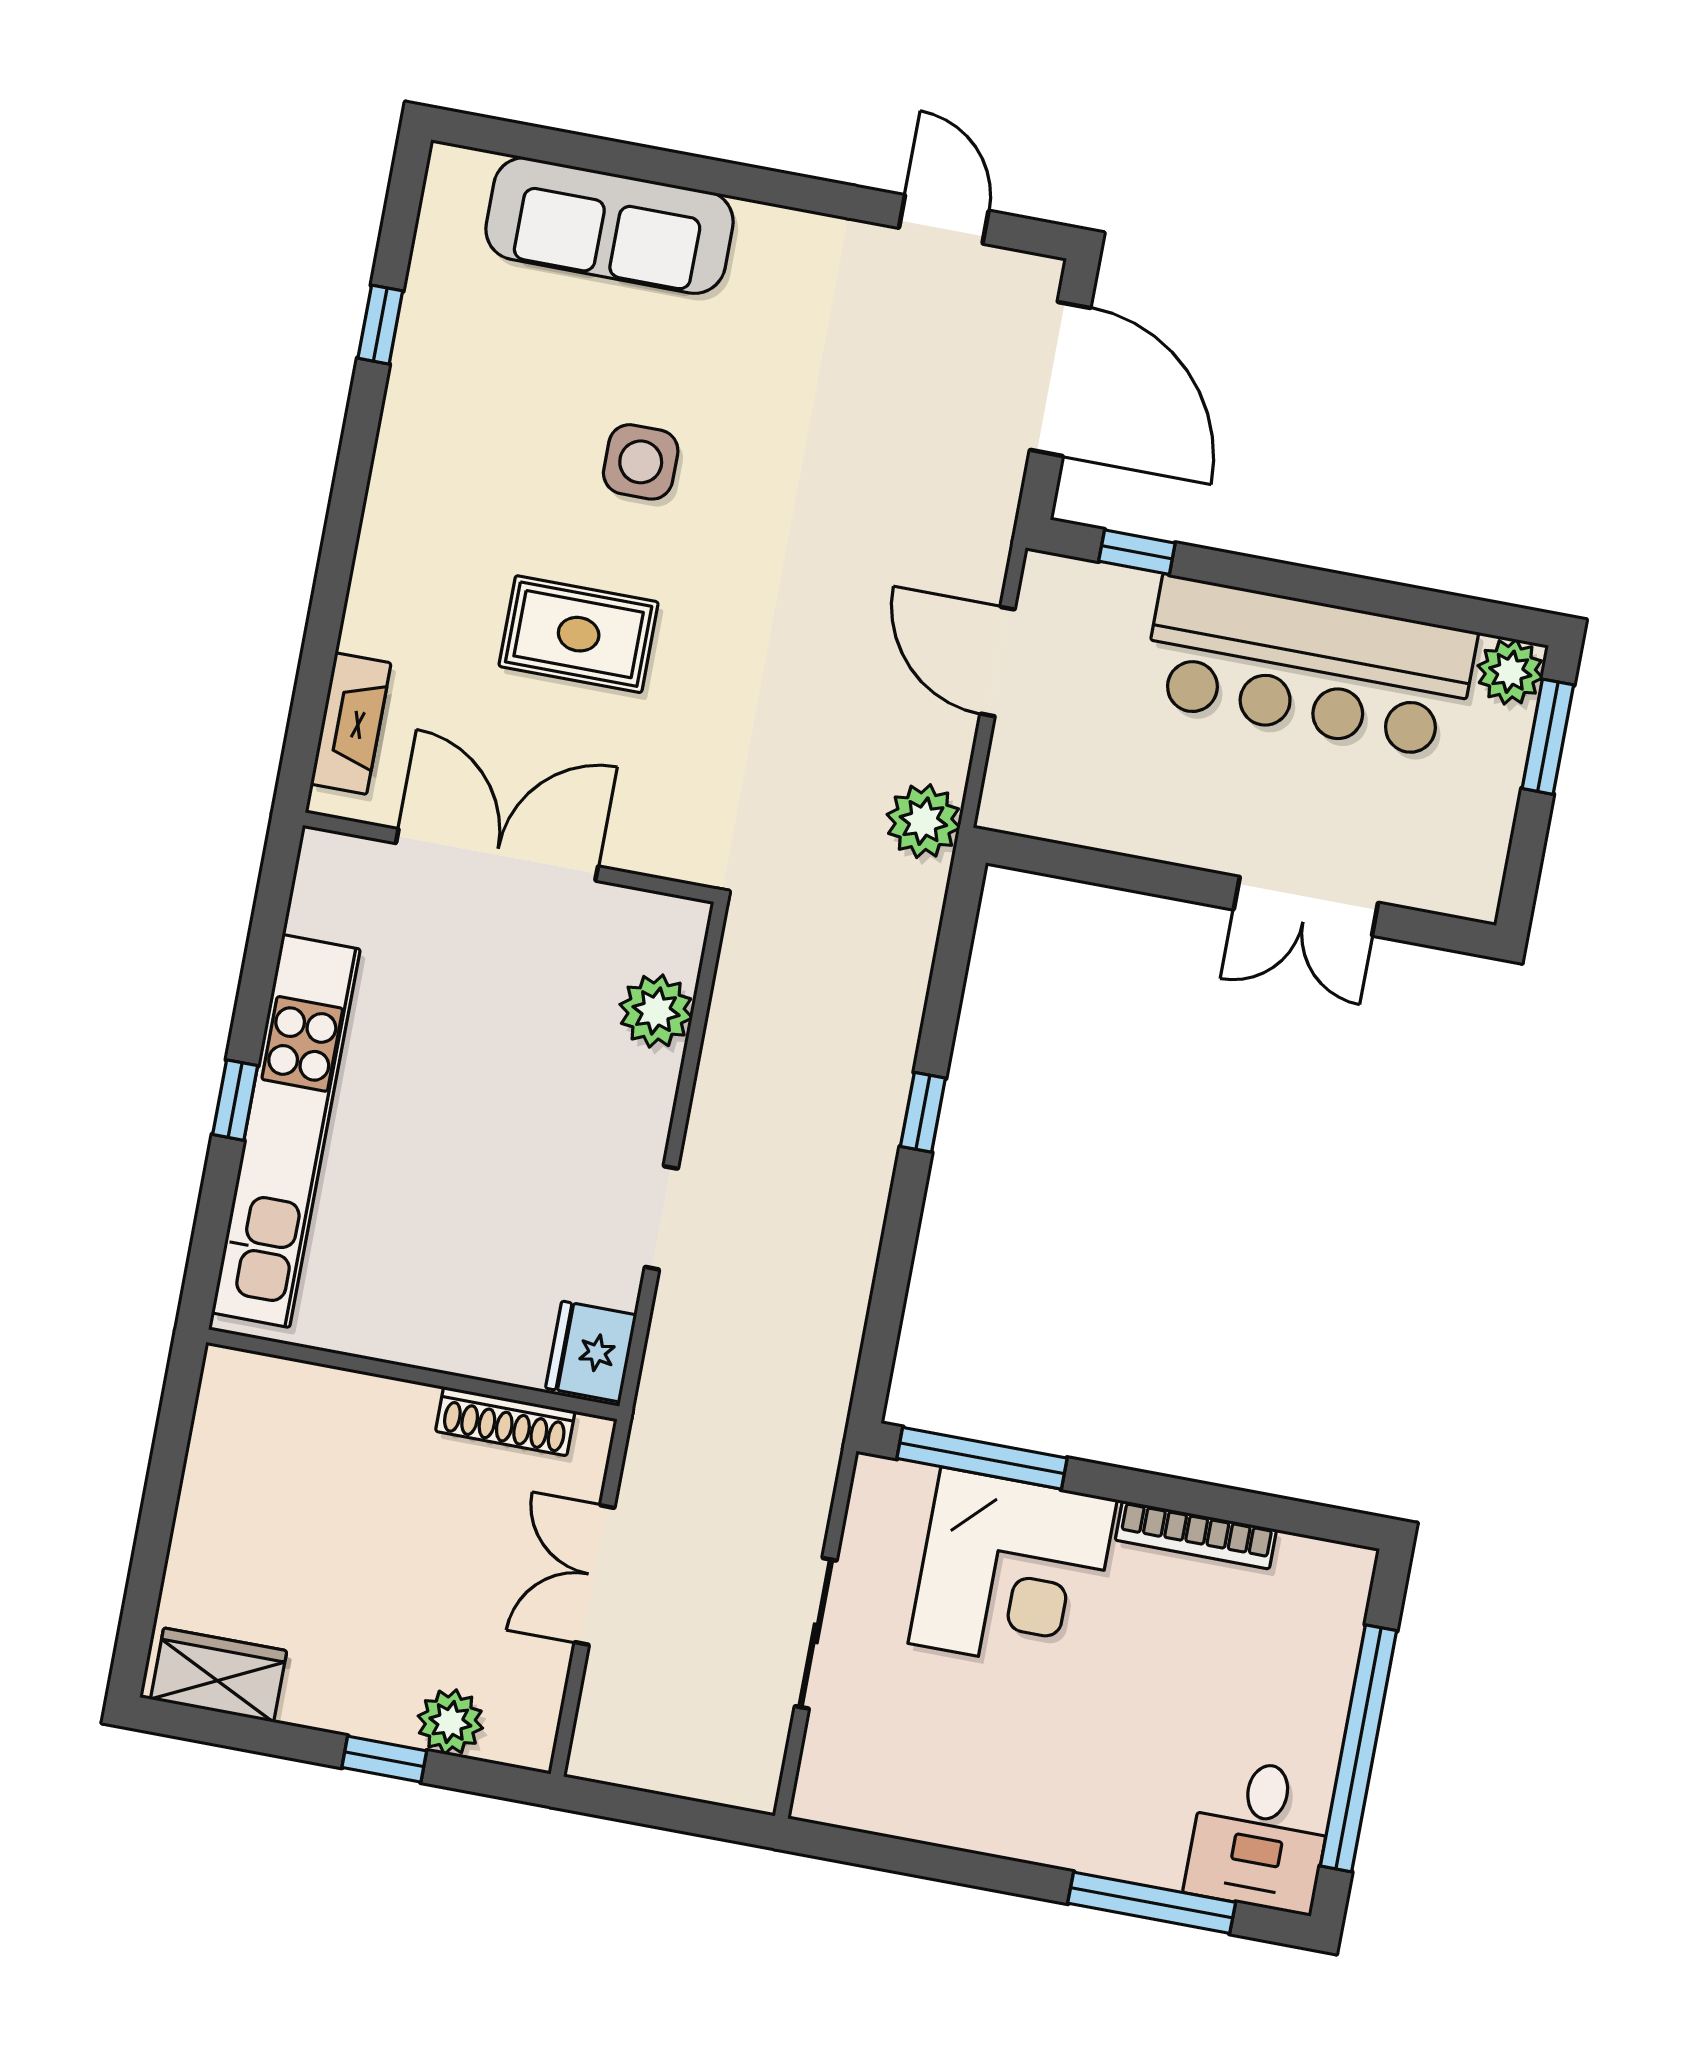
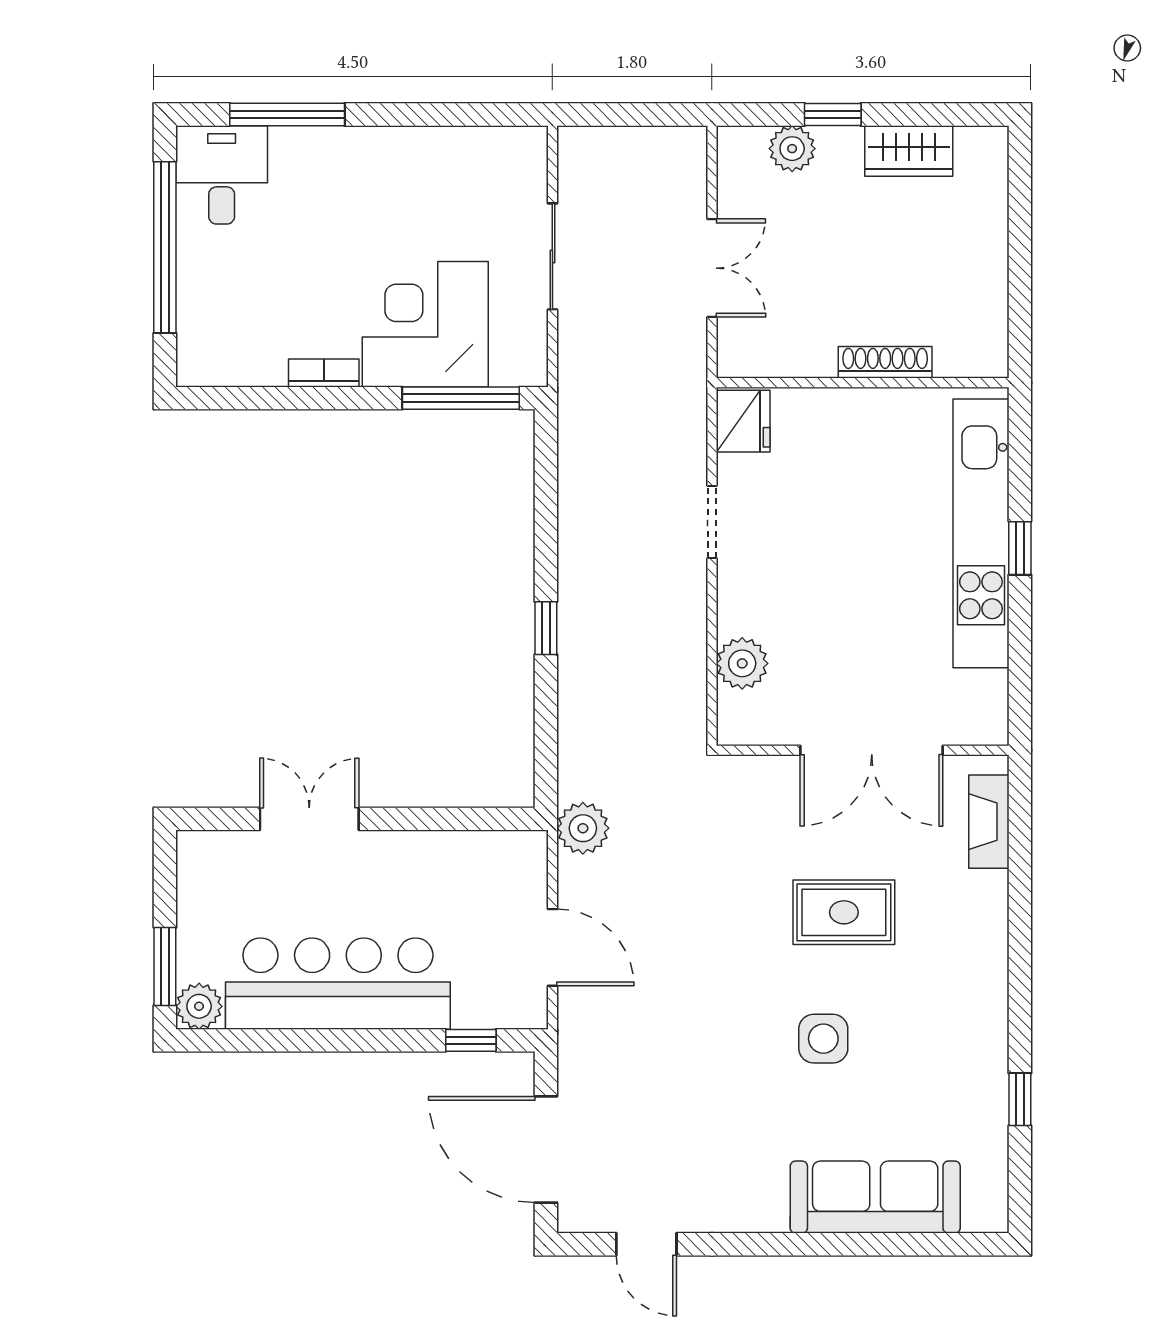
shoe rack: (505, 1421) -> (885, 362), moved
bookcase: (1196, 1535) -> (324, 373), width x0.64
wardrobe: (219, 1675) -> (909, 151), moved

